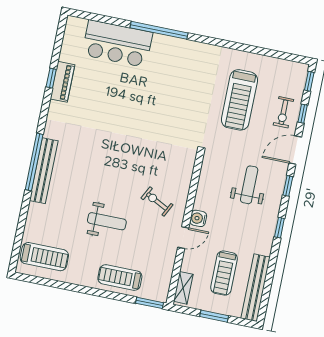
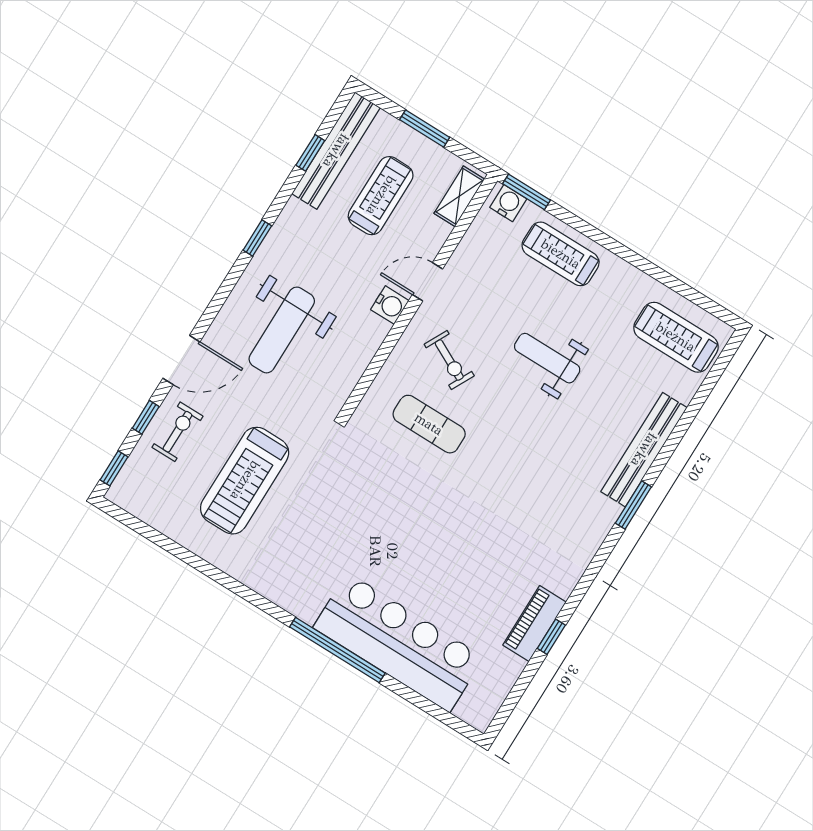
bar counter: (117, 44) -> (398, 642), width x1.36
treadmill: (239, 100) -> (245, 481), turned 180
window: (34, 162) -> (633, 505), width x0.47
exercise mat: (155, 165) -> (429, 424), added
bench: (44, 171) -> (644, 450), moved
weight bench: (249, 185) -> (282, 330), width x1.36, depth x1.33
window: (288, 186) -> (310, 153), moved
treadmill: (120, 277) -> (561, 254), turned 180
water cooler: (157, 294) -> (508, 203), added

